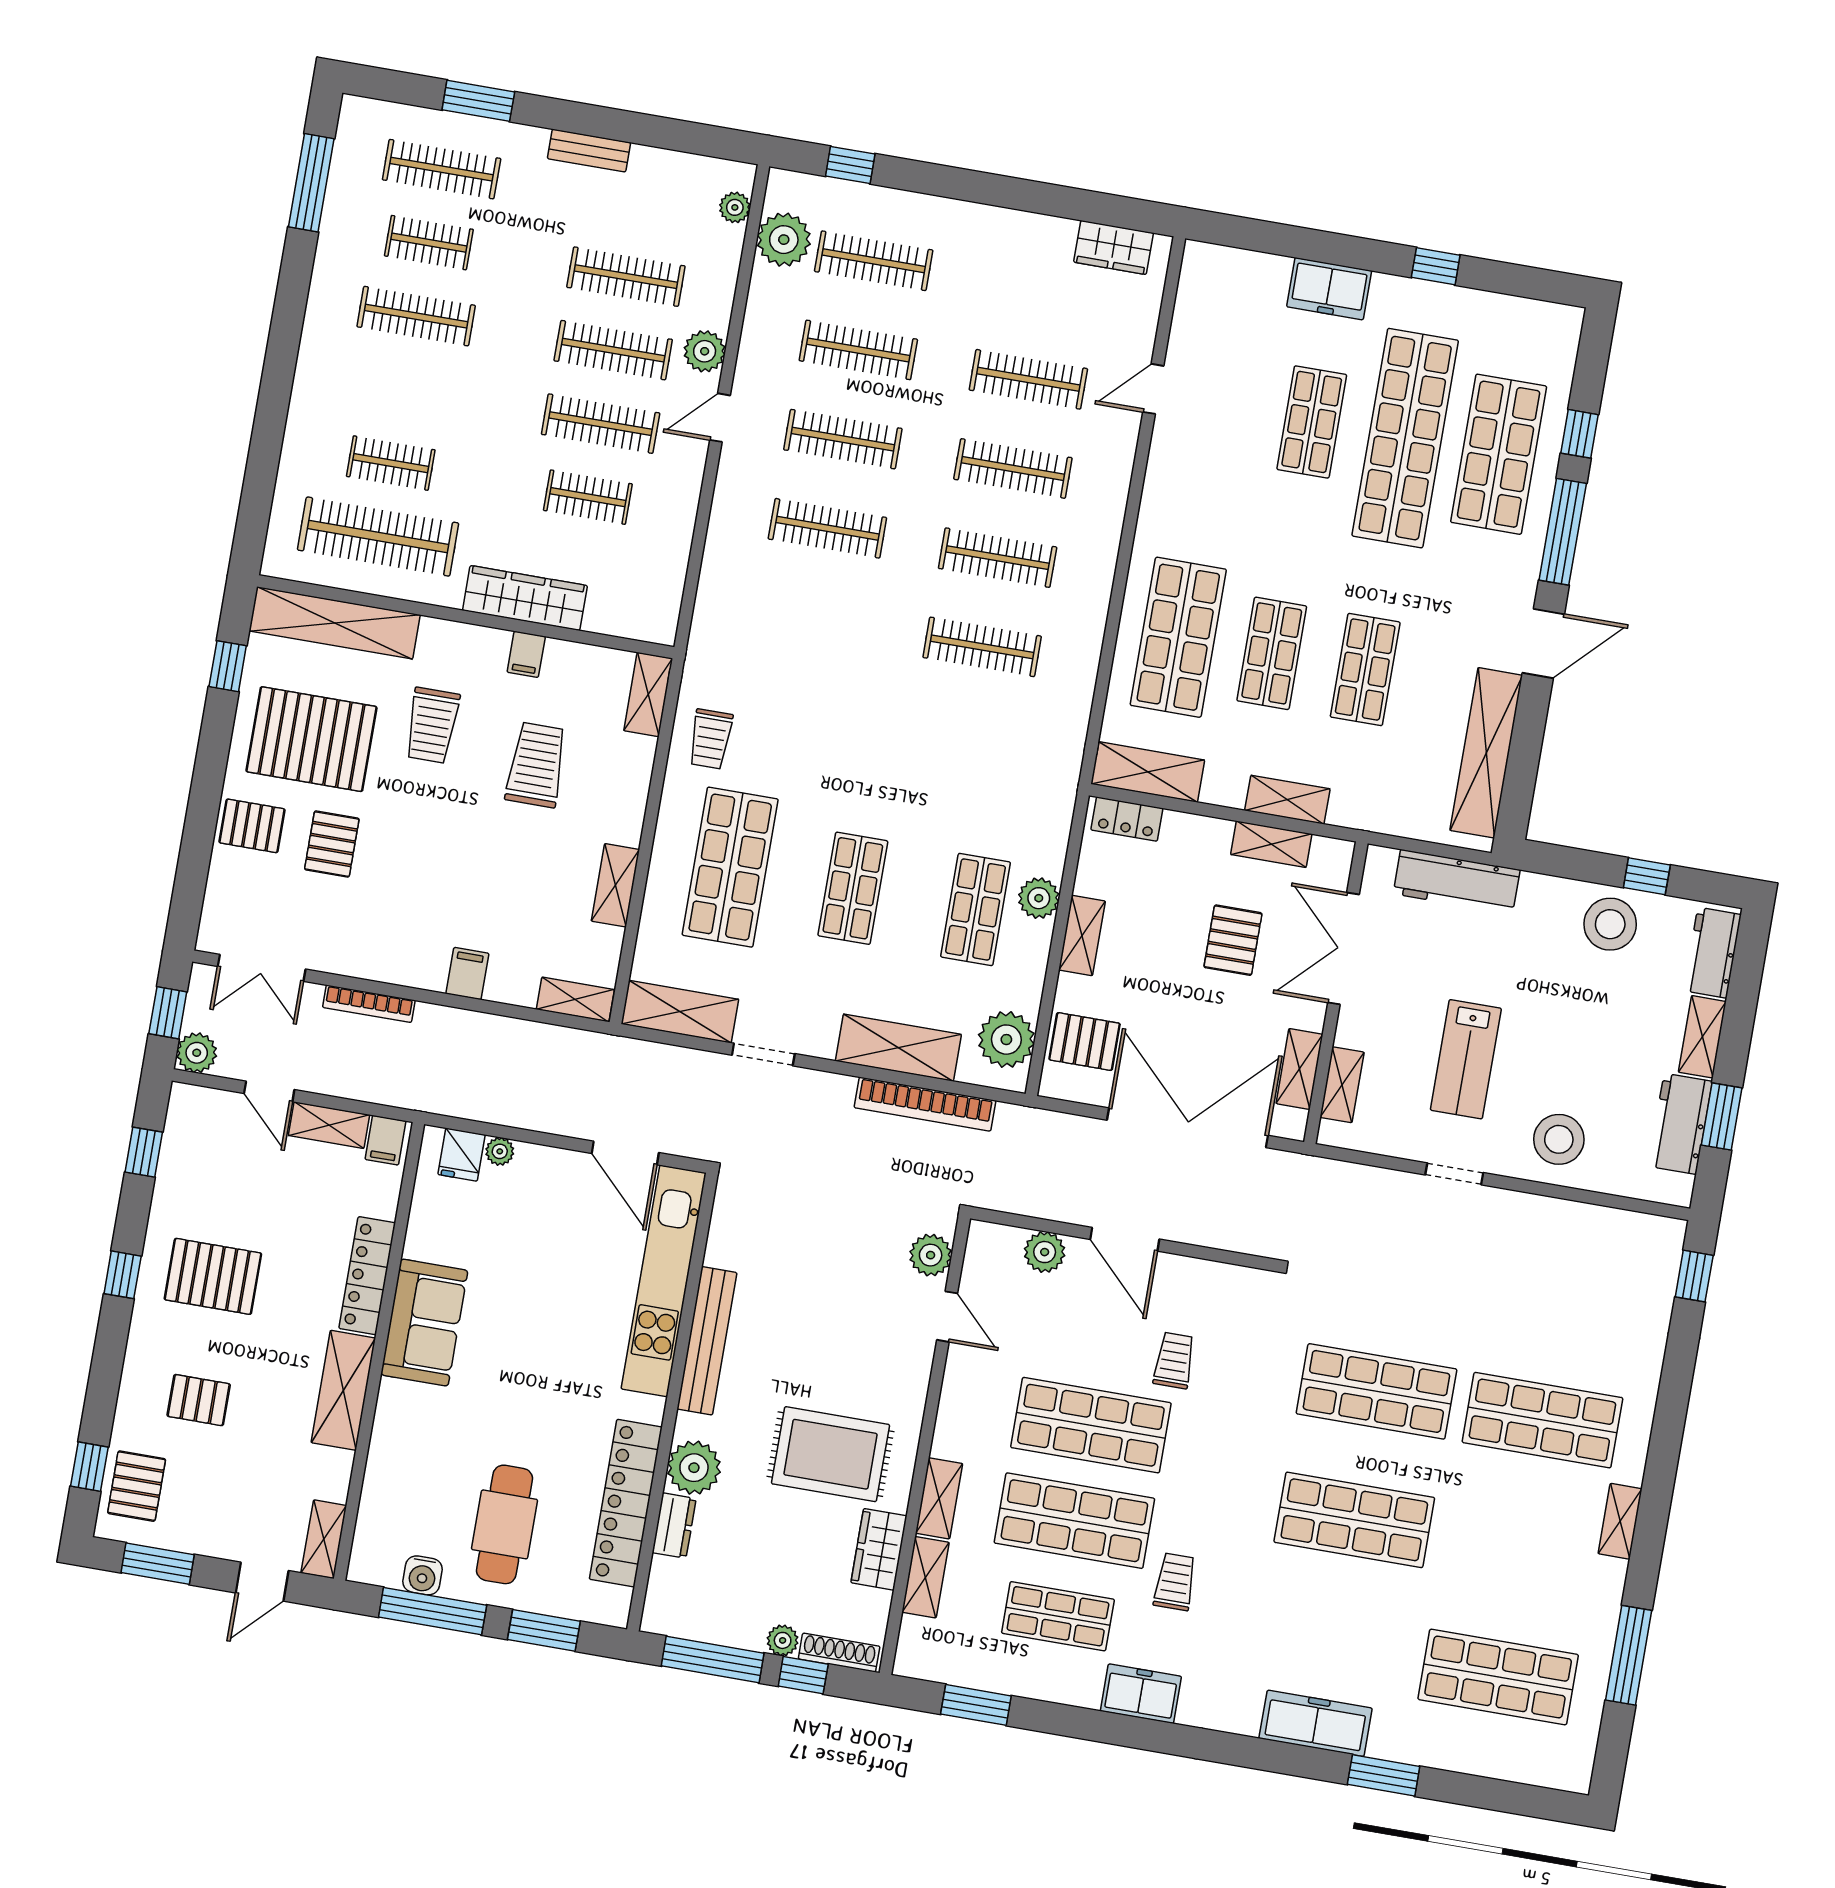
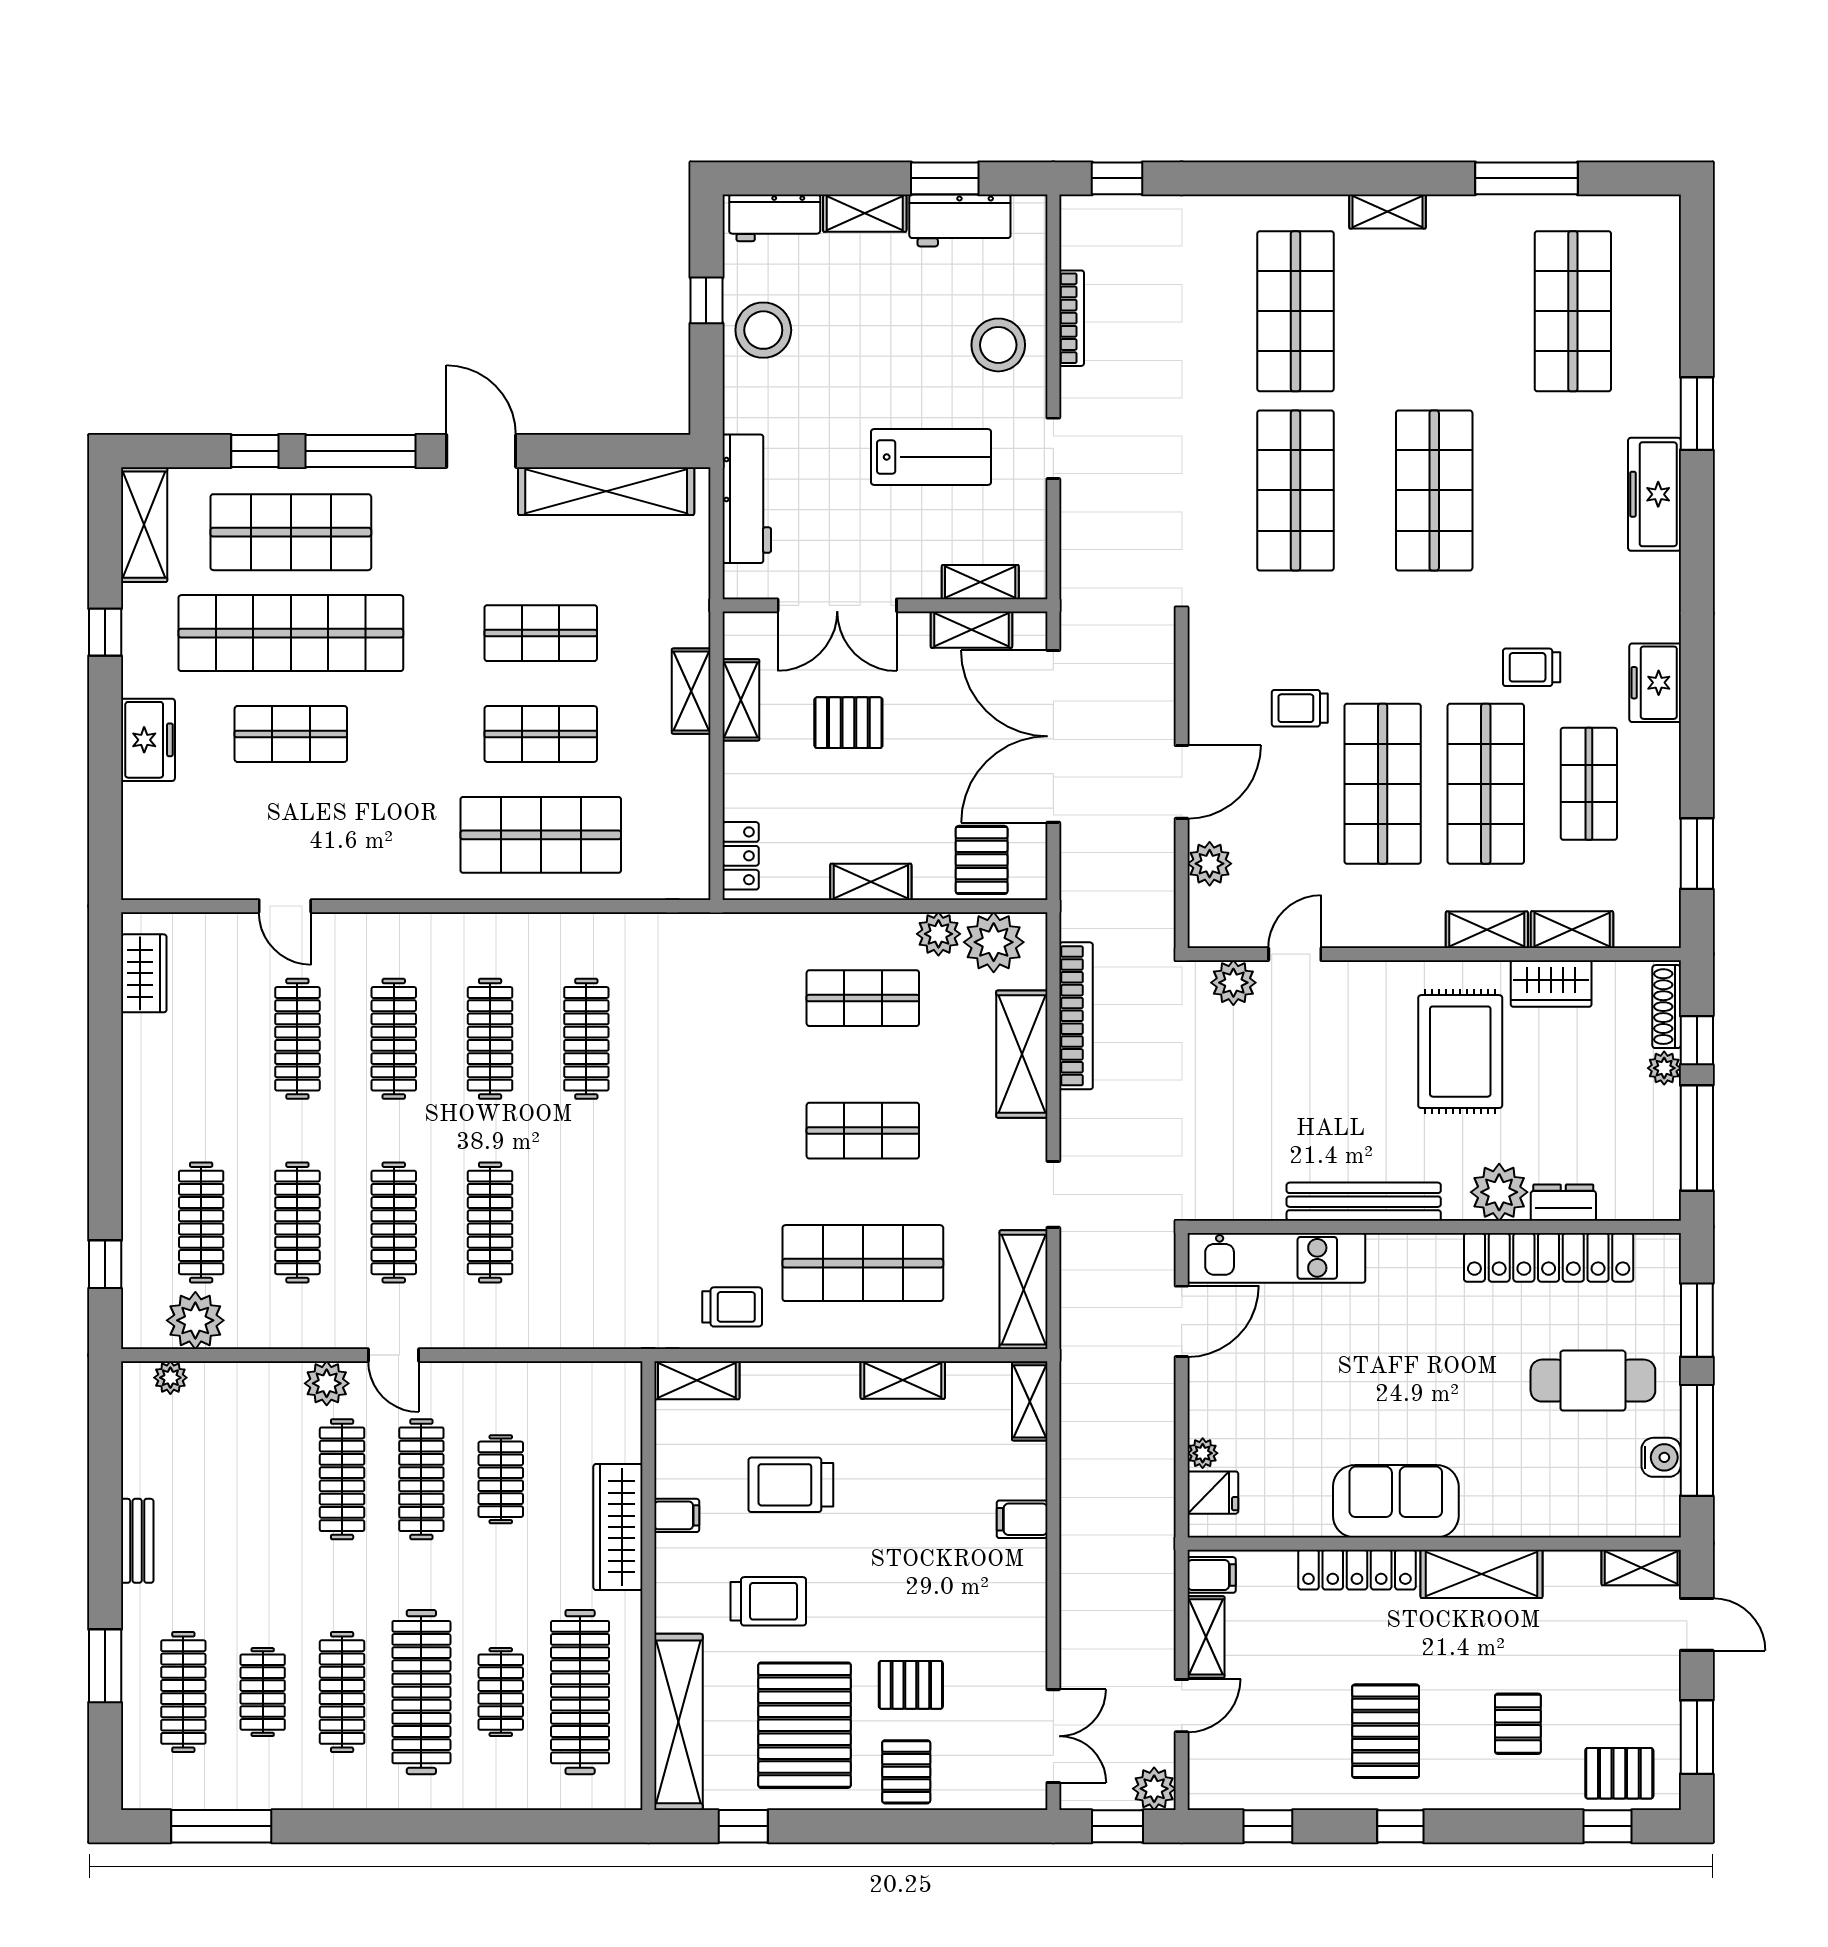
clothes rail: (626, 277) -> (421, 1692), moved, width x1.37, depth x1.31
shelving: (1148, 772) -> (144, 525), moved
plant: (1039, 898) -> (938, 934), moved
bookcase: (369, 1004) -> (1072, 318), moved
kitchen unit: (664, 1281) -> (1276, 1258), width x0.73

